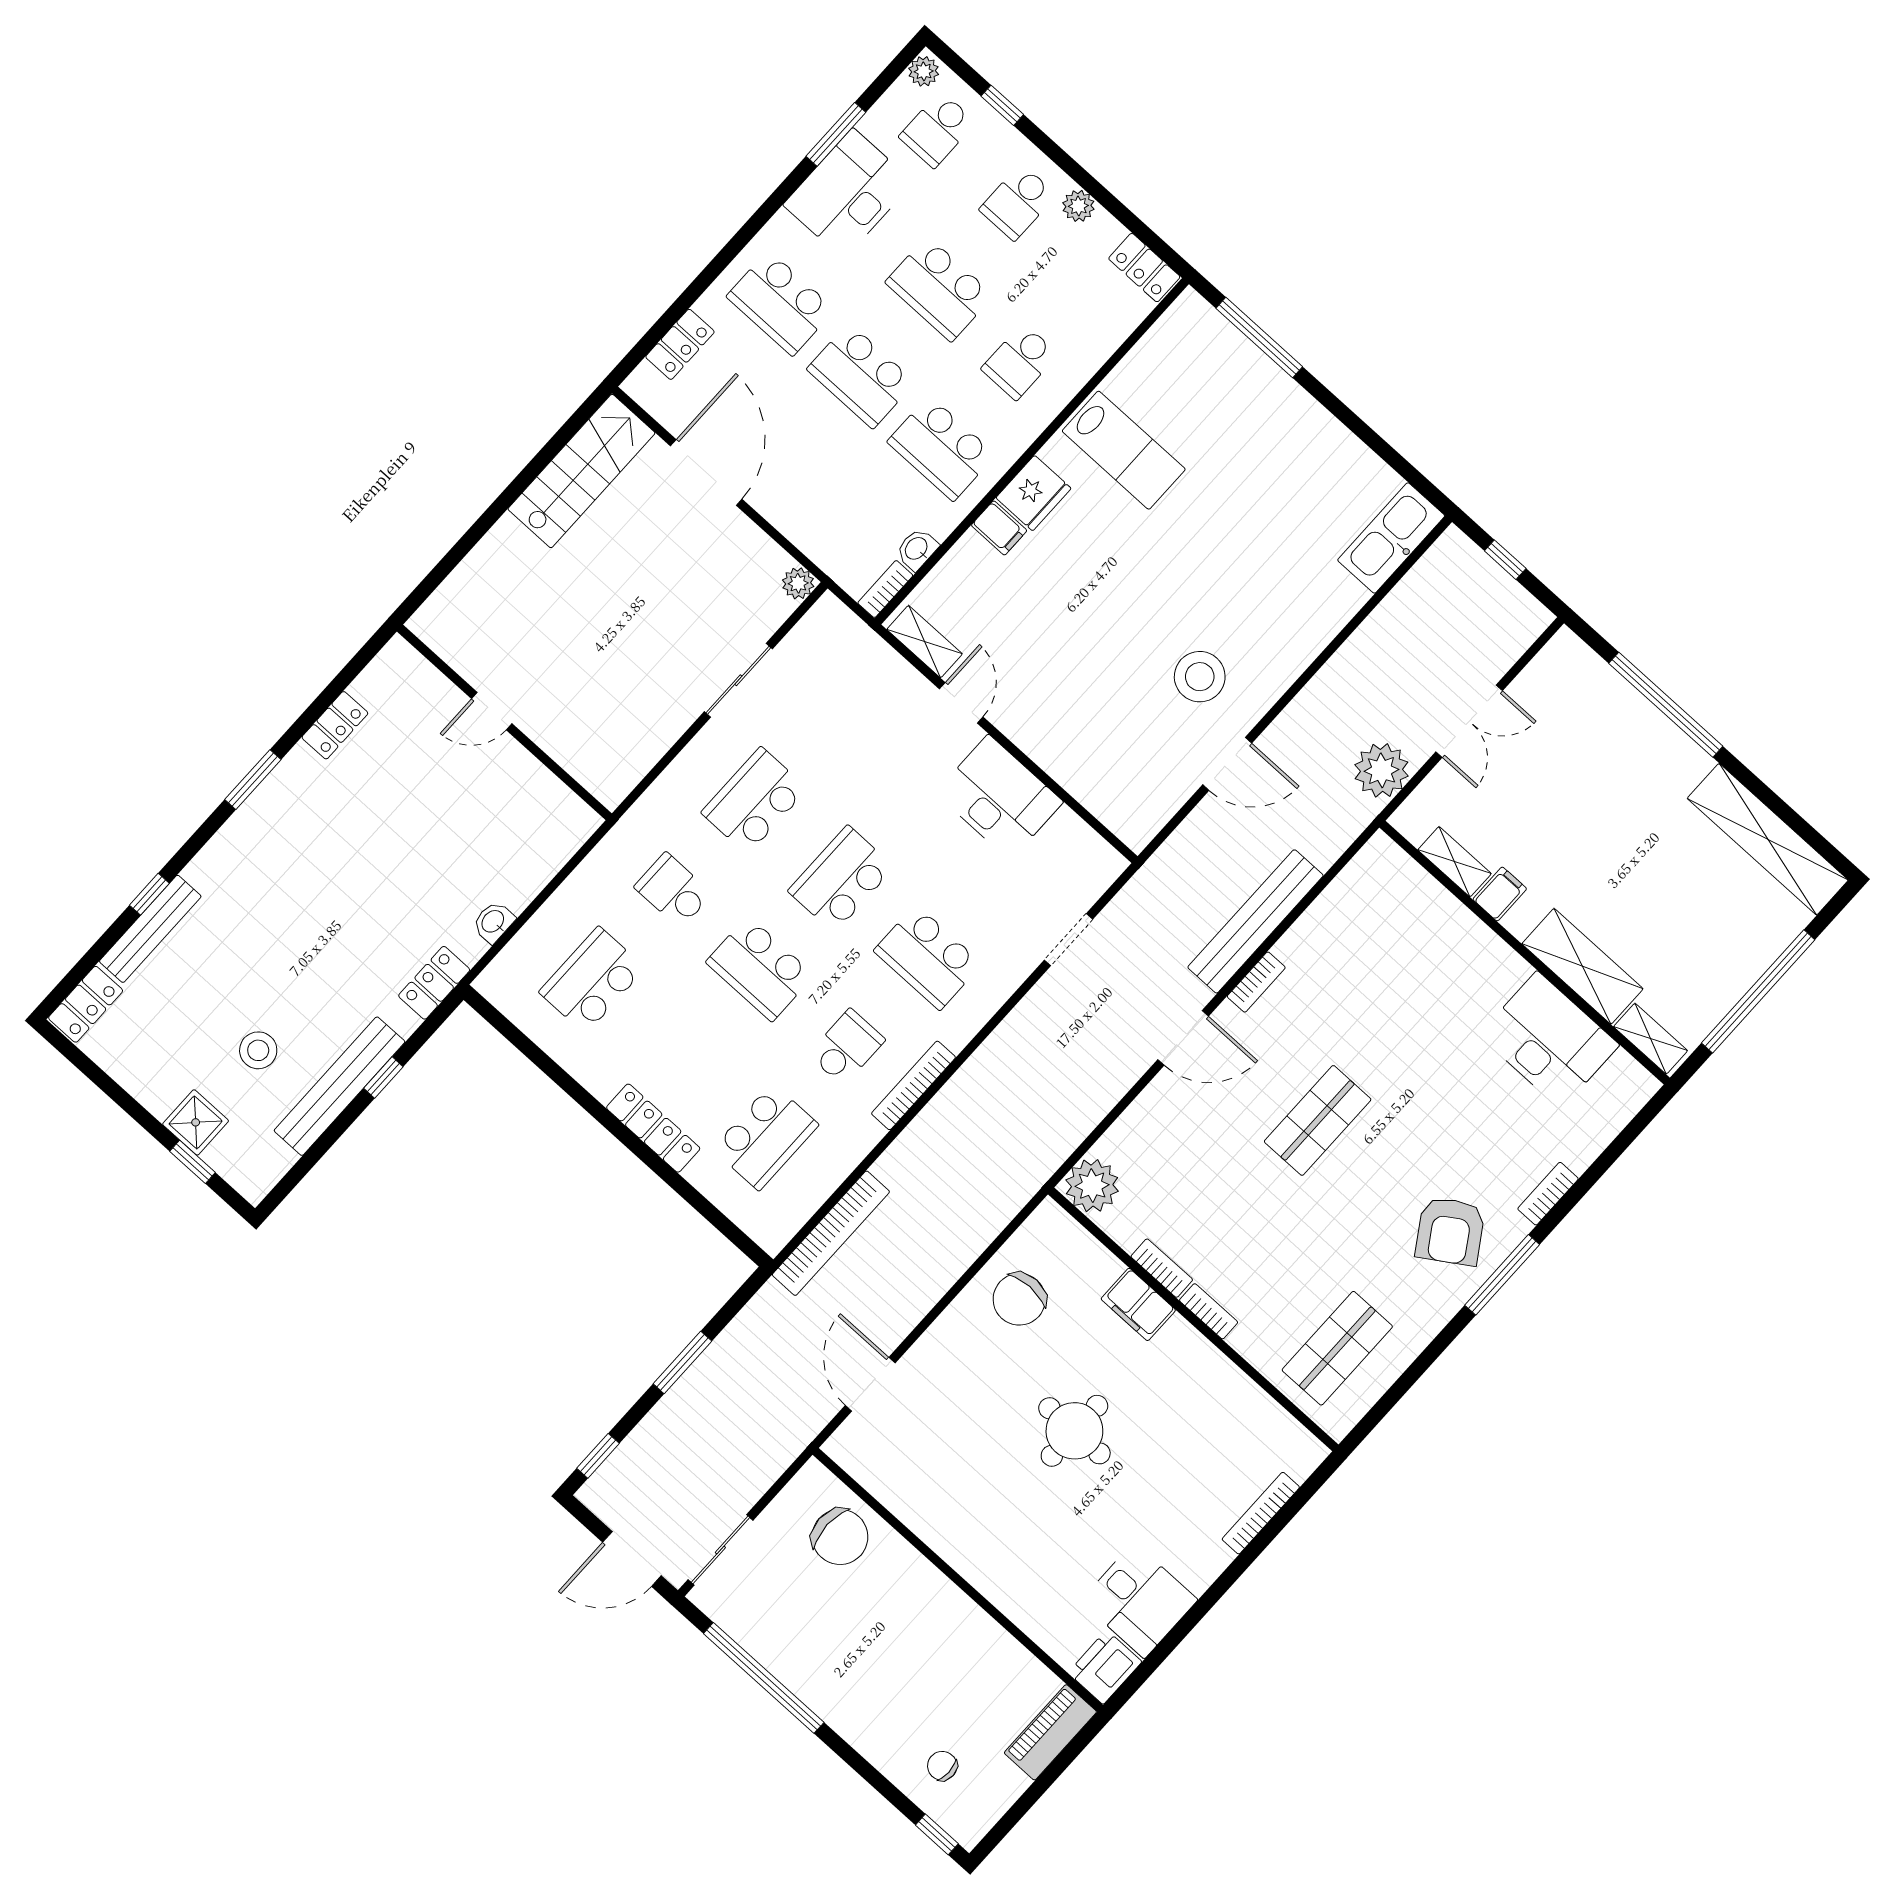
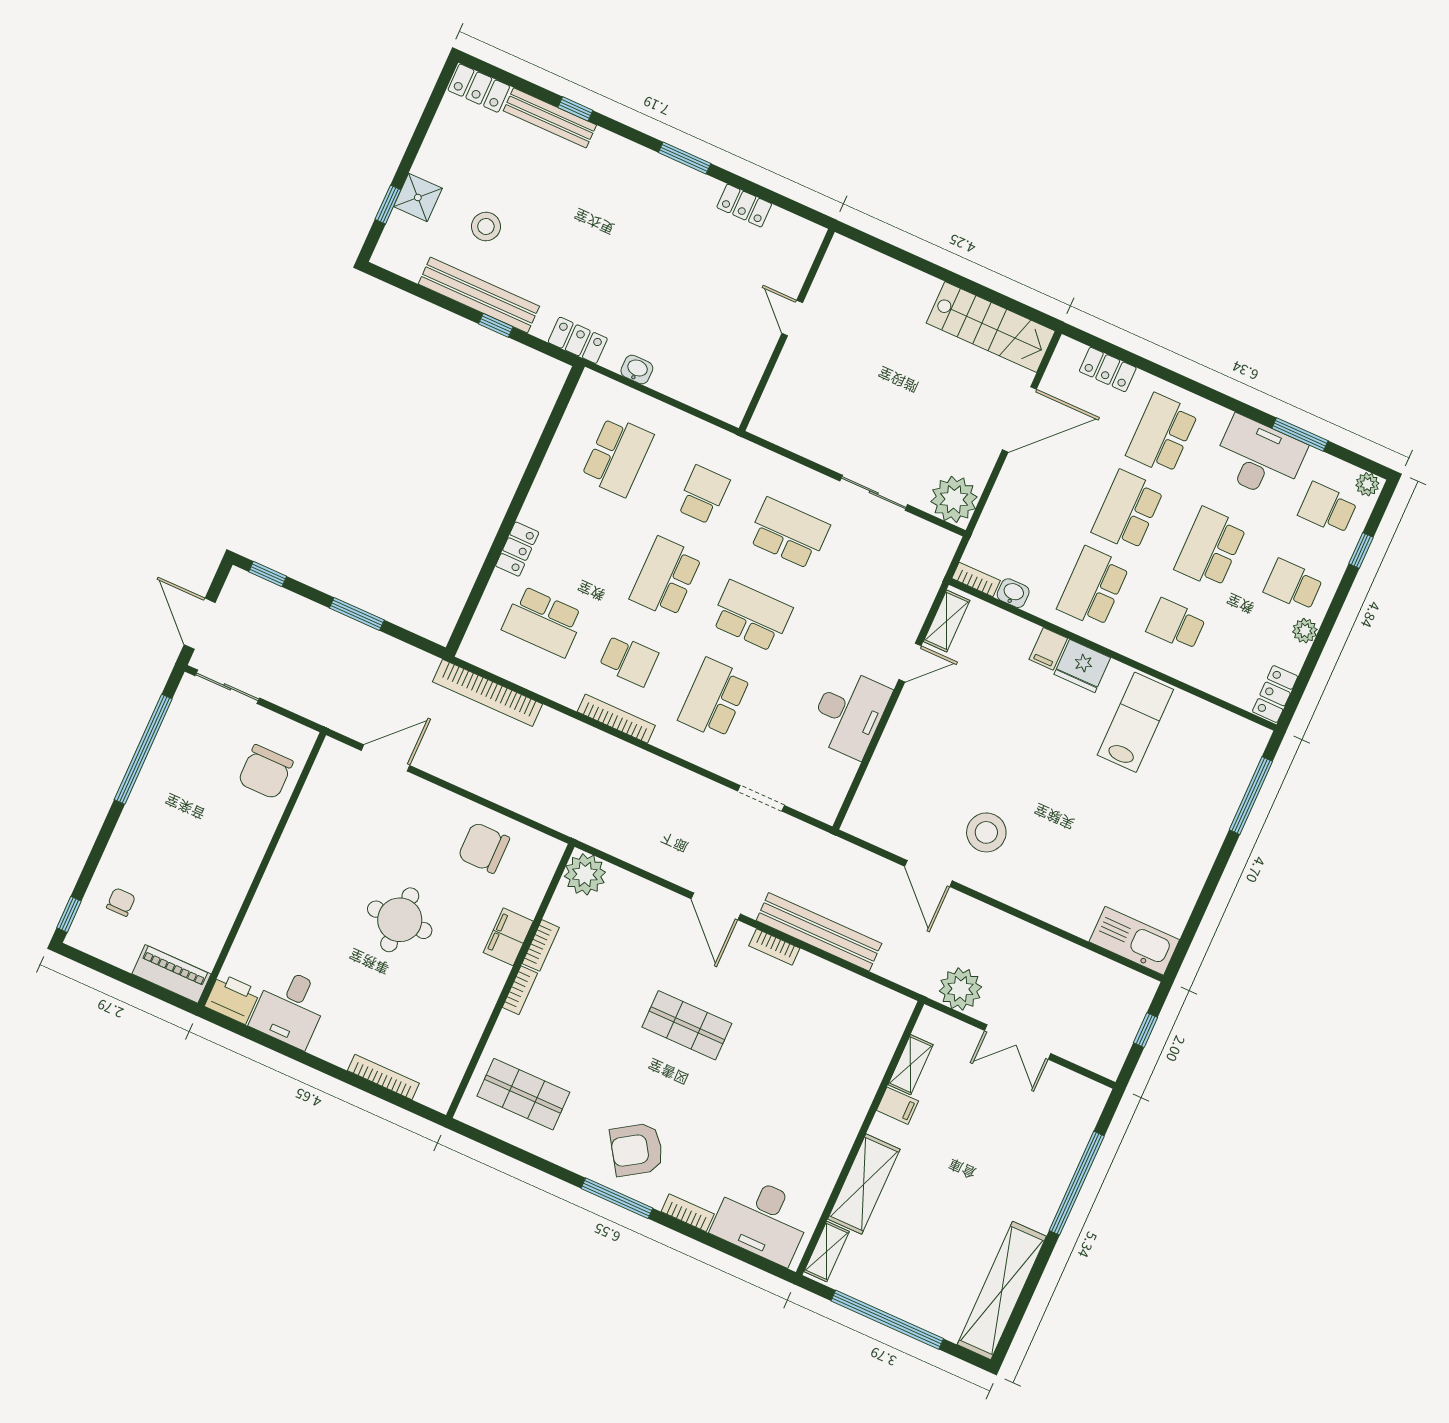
lab bench: (1124, 450) -> (1135, 722), turned 180
plant: (798, 583) -> (954, 499), width x1.87, depth x1.87
school desk: (592, 980) -> (617, 456), turned 90
desk: (1549, 1040) -> (762, 1220), moved, turned 90
locker: (653, 1128) -> (517, 549), width x0.66

